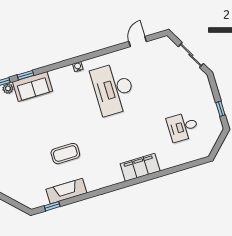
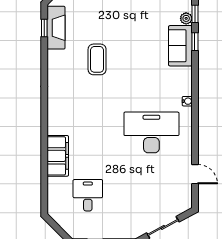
filing cabinet: (140, 167) -> (58, 156), moved
fireplace: (66, 191) -> (56, 28), moved

